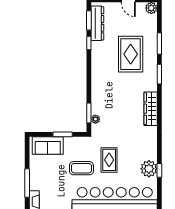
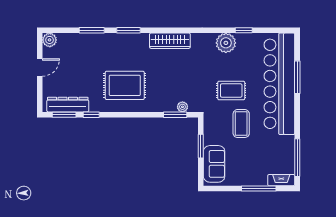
rug: (131, 54) -> (125, 85), moved
plant: (149, 169) -> (226, 43), moved

